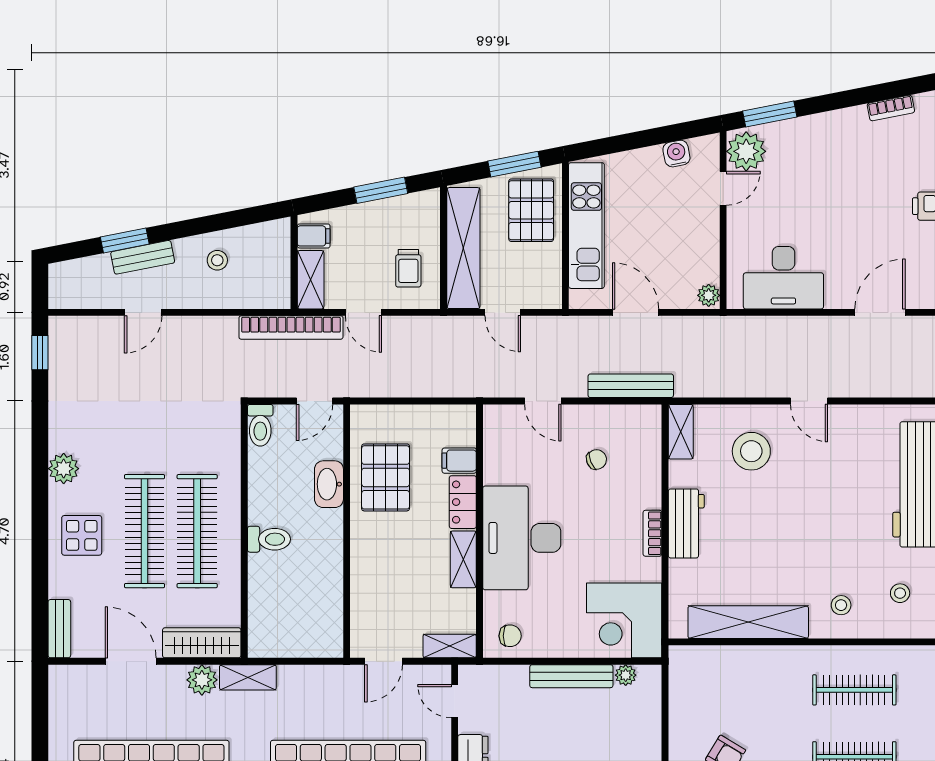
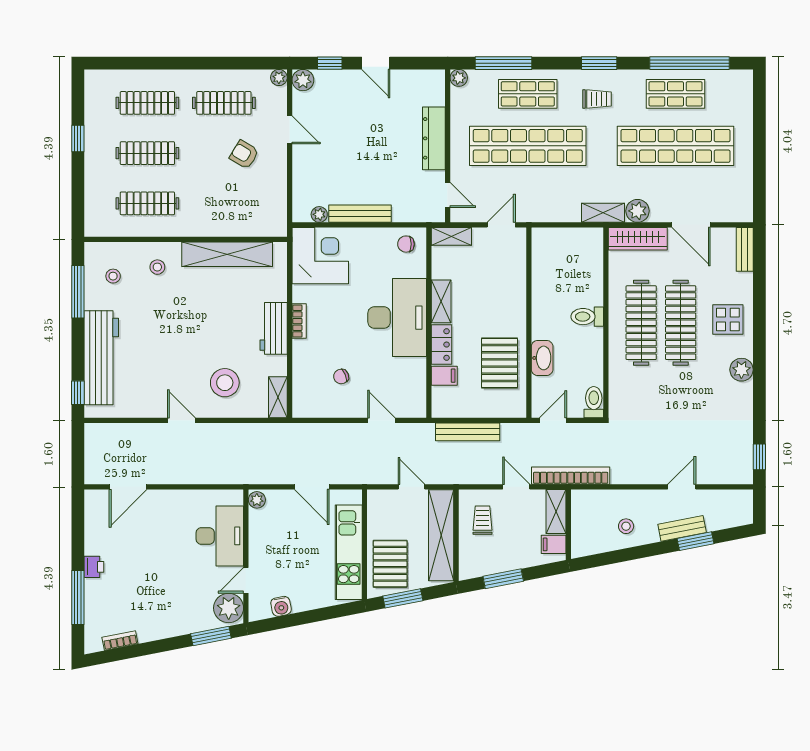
desk: (783, 278) -> (220, 536), moved, turned 90
bench: (631, 386) -> (468, 432), moved

